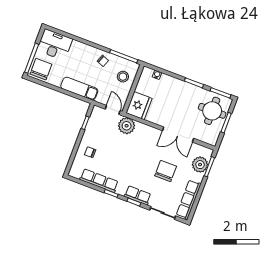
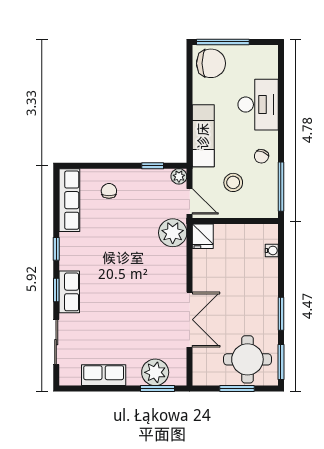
desk: (55, 45) -> (258, 105), moved
stool: (123, 77) -> (233, 182), moved
fridge: (139, 106) -> (203, 236), width x0.53, depth x0.75
door: (113, 110) -> (190, 201), hinge flipped
plant: (97, 111) -> (179, 176), added
double door: (178, 135) -> (190, 320), swing flipped
chair: (166, 171) -> (125, 322), removed
row of seats: (99, 181) -> (69, 200), moved
row of seats: (189, 199) -> (104, 375), width x0.68

